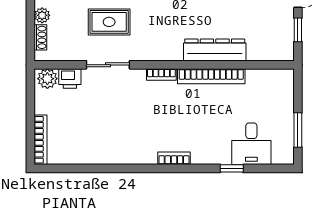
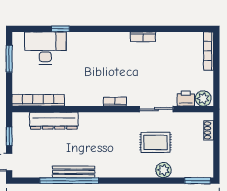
plant: (42, 15) -> (207, 147), removed
dresser: (215, 50) -> (54, 121), moved
bookcase: (211, 76) -> (38, 100), moved
desk: (251, 144) -> (45, 48), width x1.37
bookcase: (174, 158) -> (143, 37), moved

